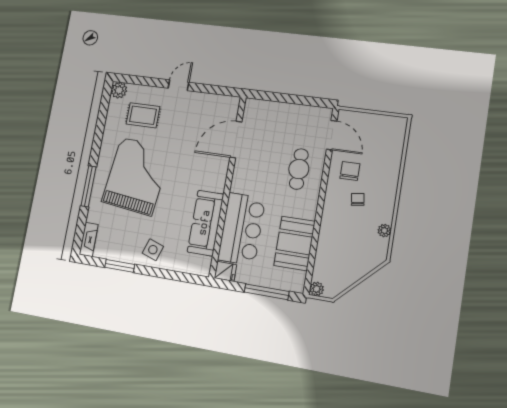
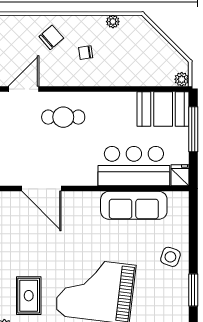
chair: (350, 171) -> (51, 37), moved, turned 139
booth: (294, 243) -> (163, 109), moved

